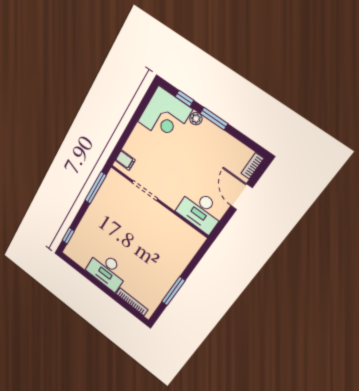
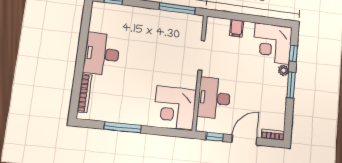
filing cabinet: (125, 160) -> (237, 28), moved
desk: (200, 211) -> (214, 98), moved
window: (223, 222) -> (215, 137), added
corner desk: (179, 241) -> (175, 108), added

